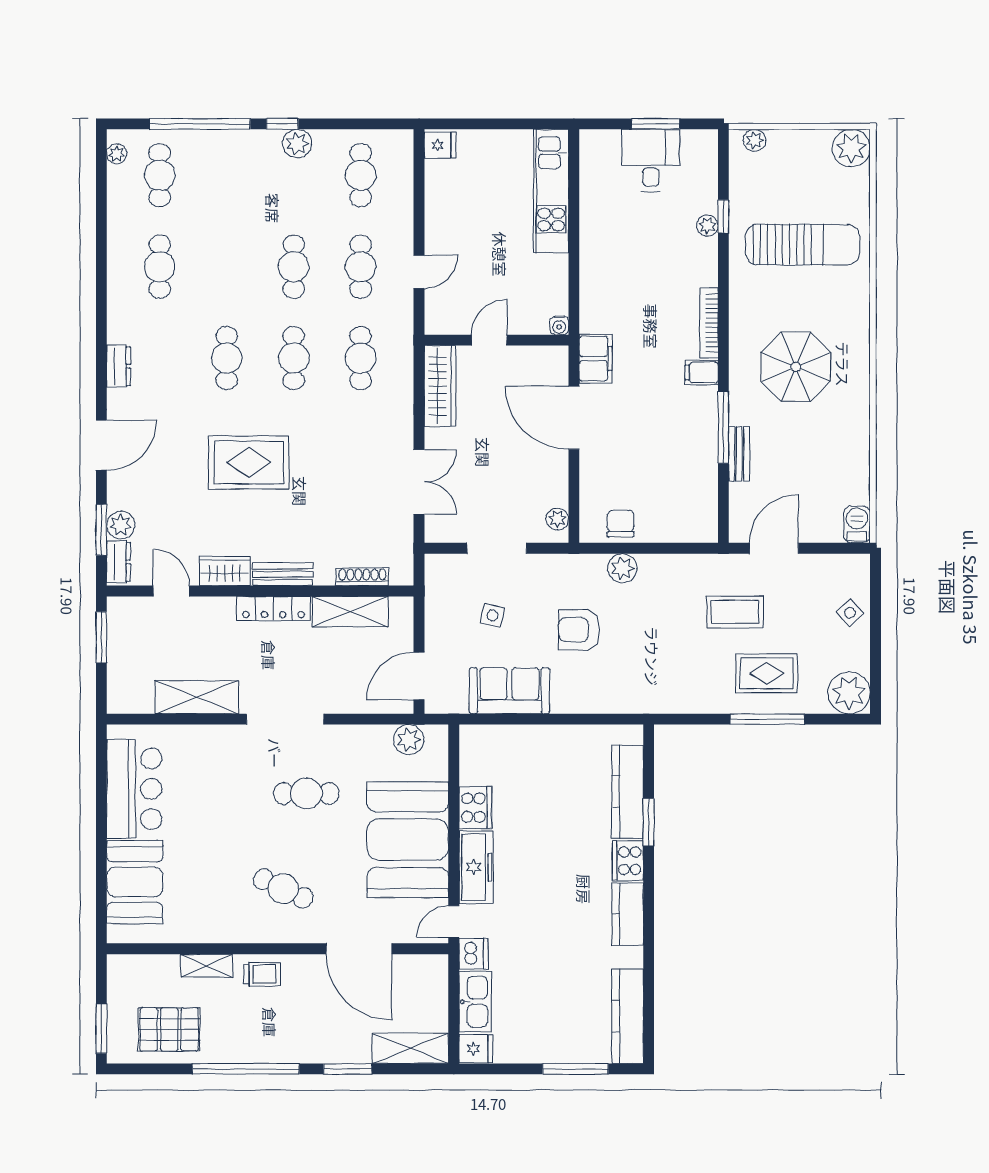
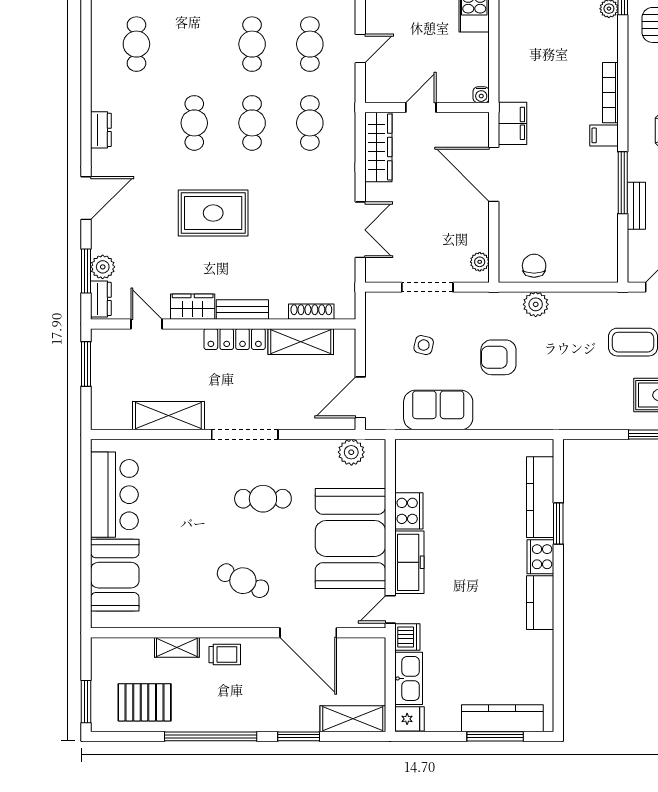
kitchen counter: (628, 1016) -> (502, 718), moved, turned 90

